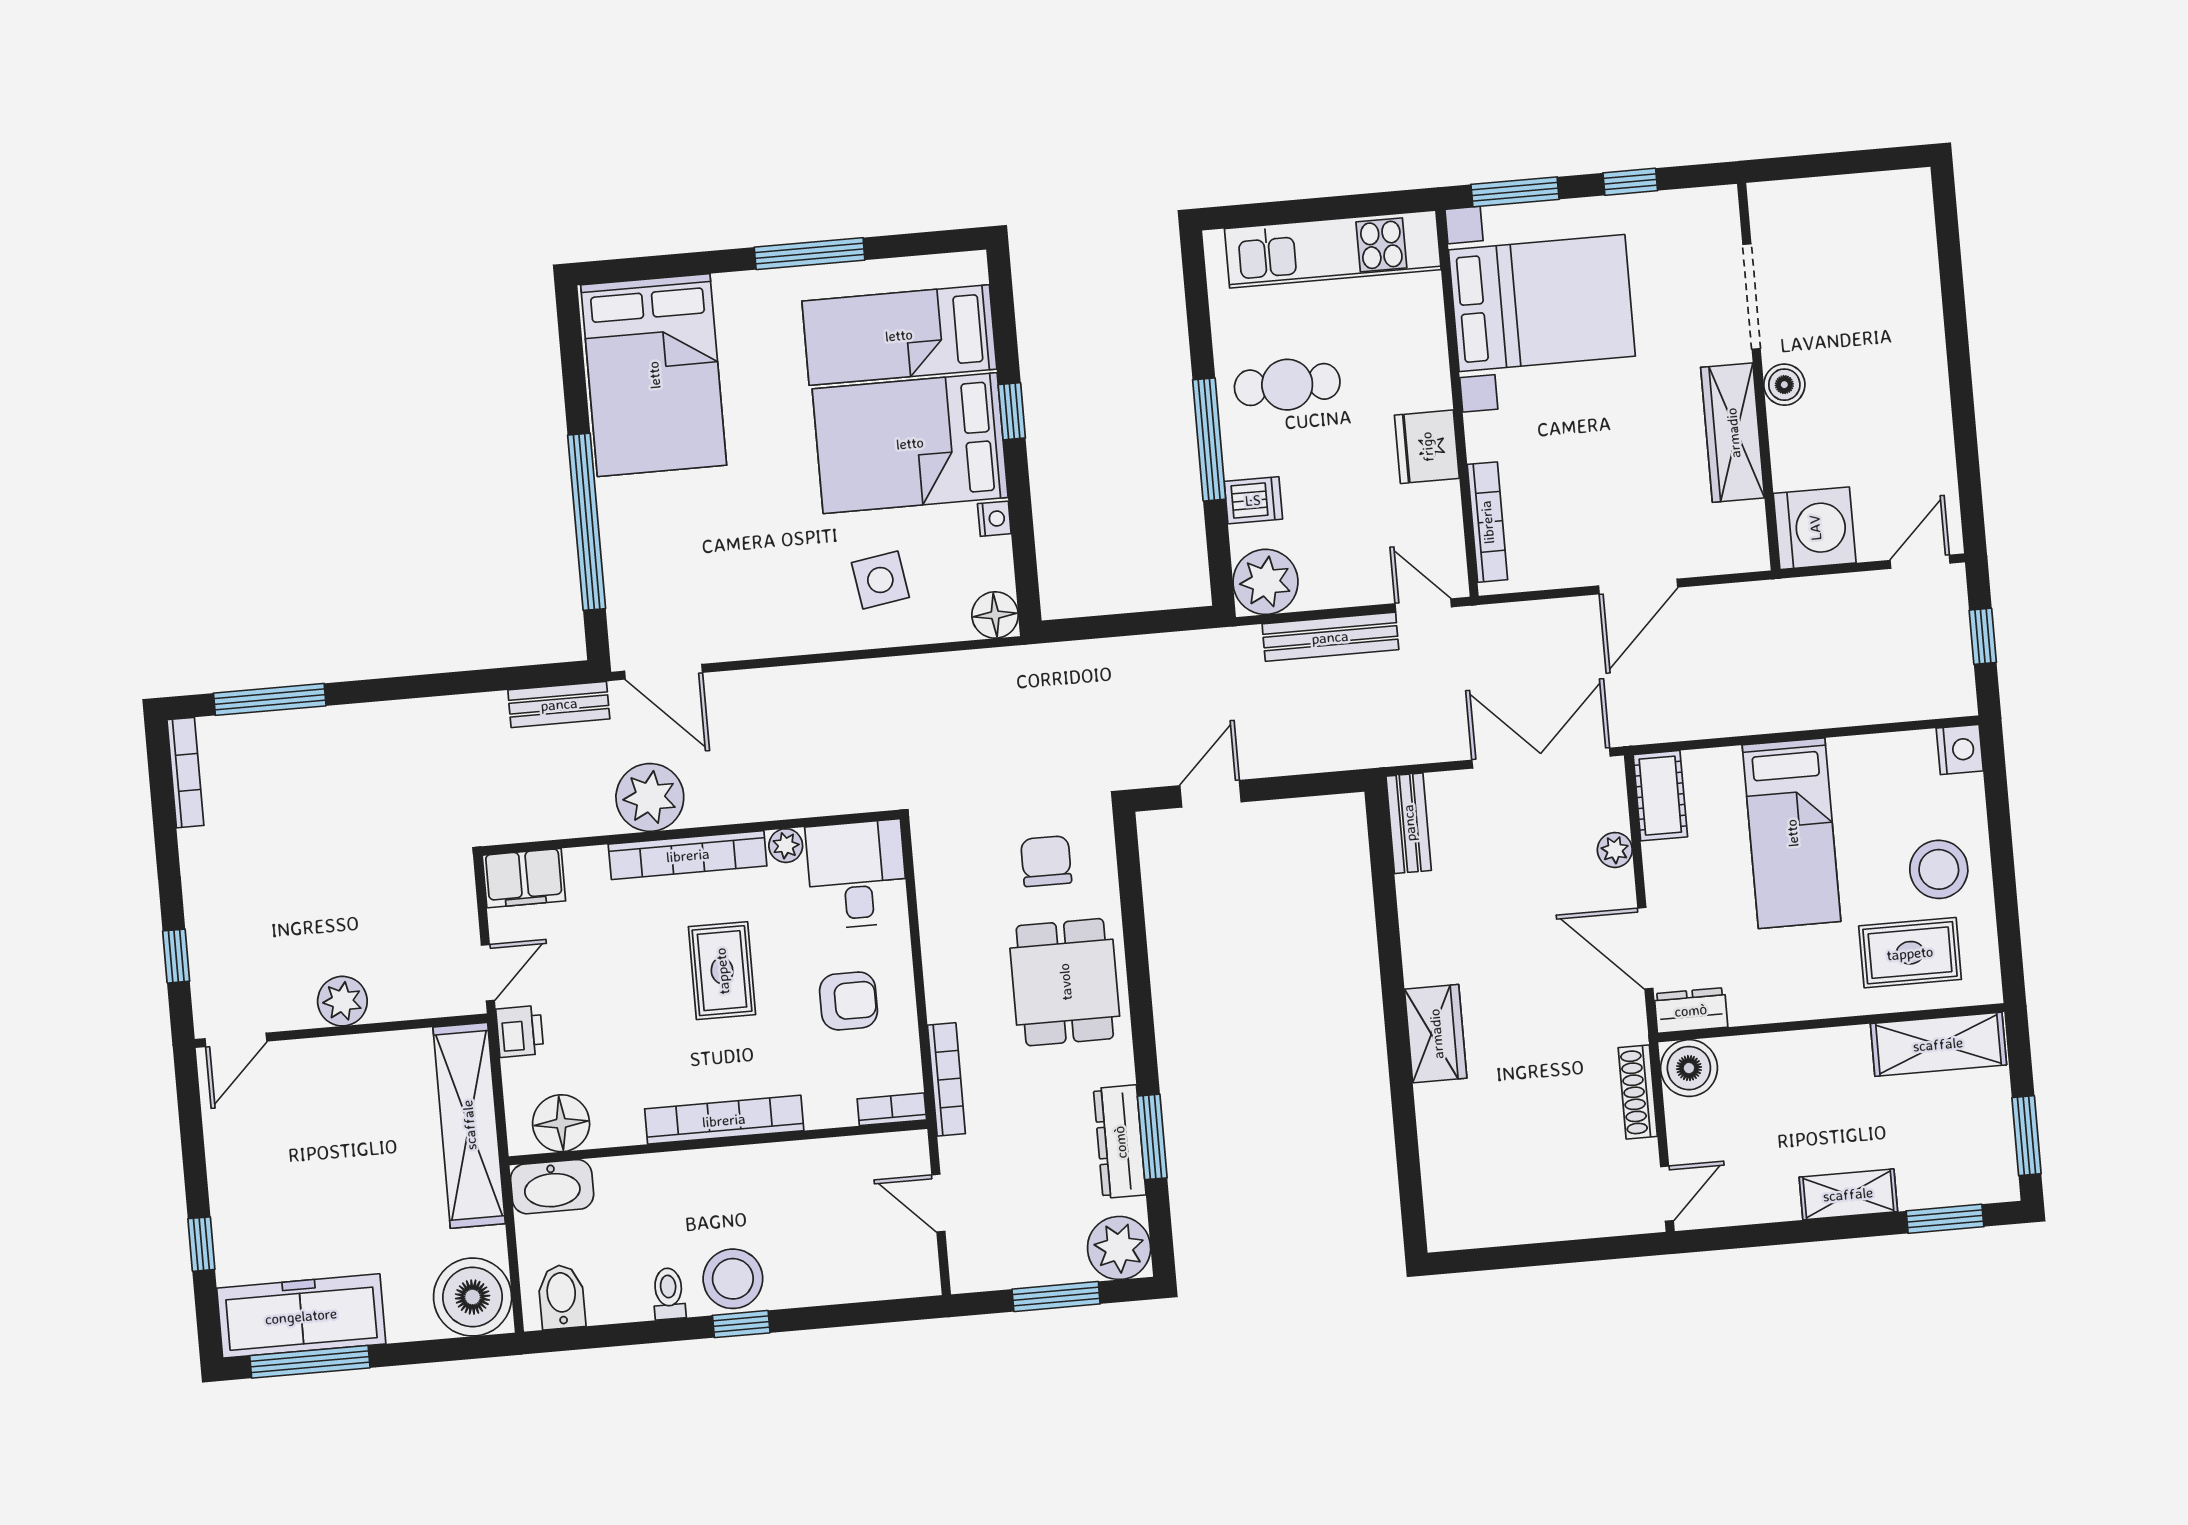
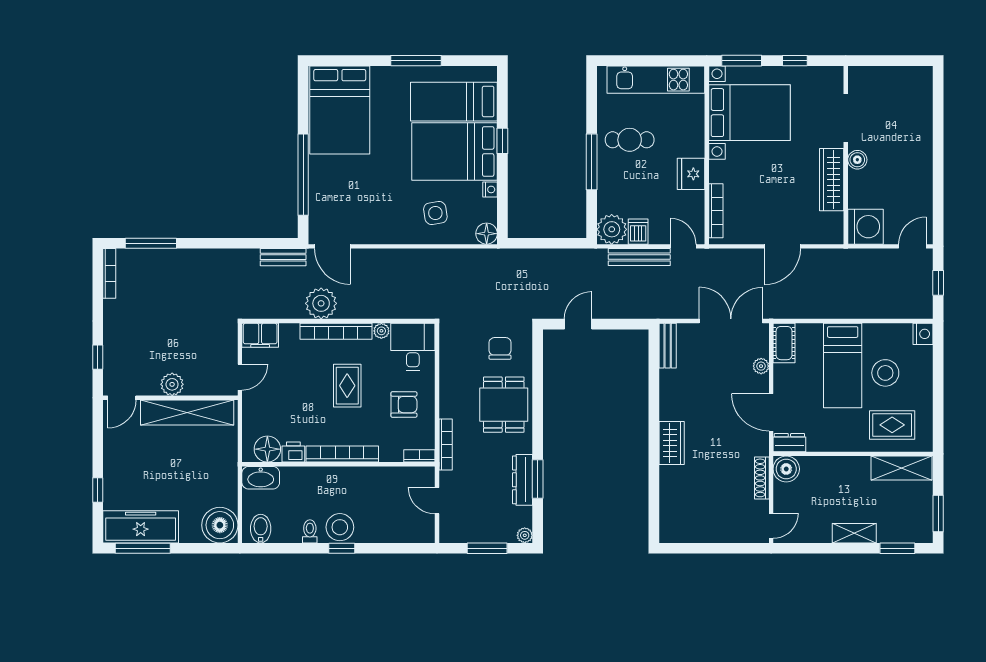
dishwasher: (1253, 500) -> (638, 232), moved, turned -90
stool: (1939, 869) -> (885, 373), moved
printer: (520, 1031) -> (293, 452), moved, turned -90
shelving: (469, 1125) -> (187, 413), moved, turned 90
plant: (1119, 1248) -> (525, 535), width x0.53, depth x0.53

